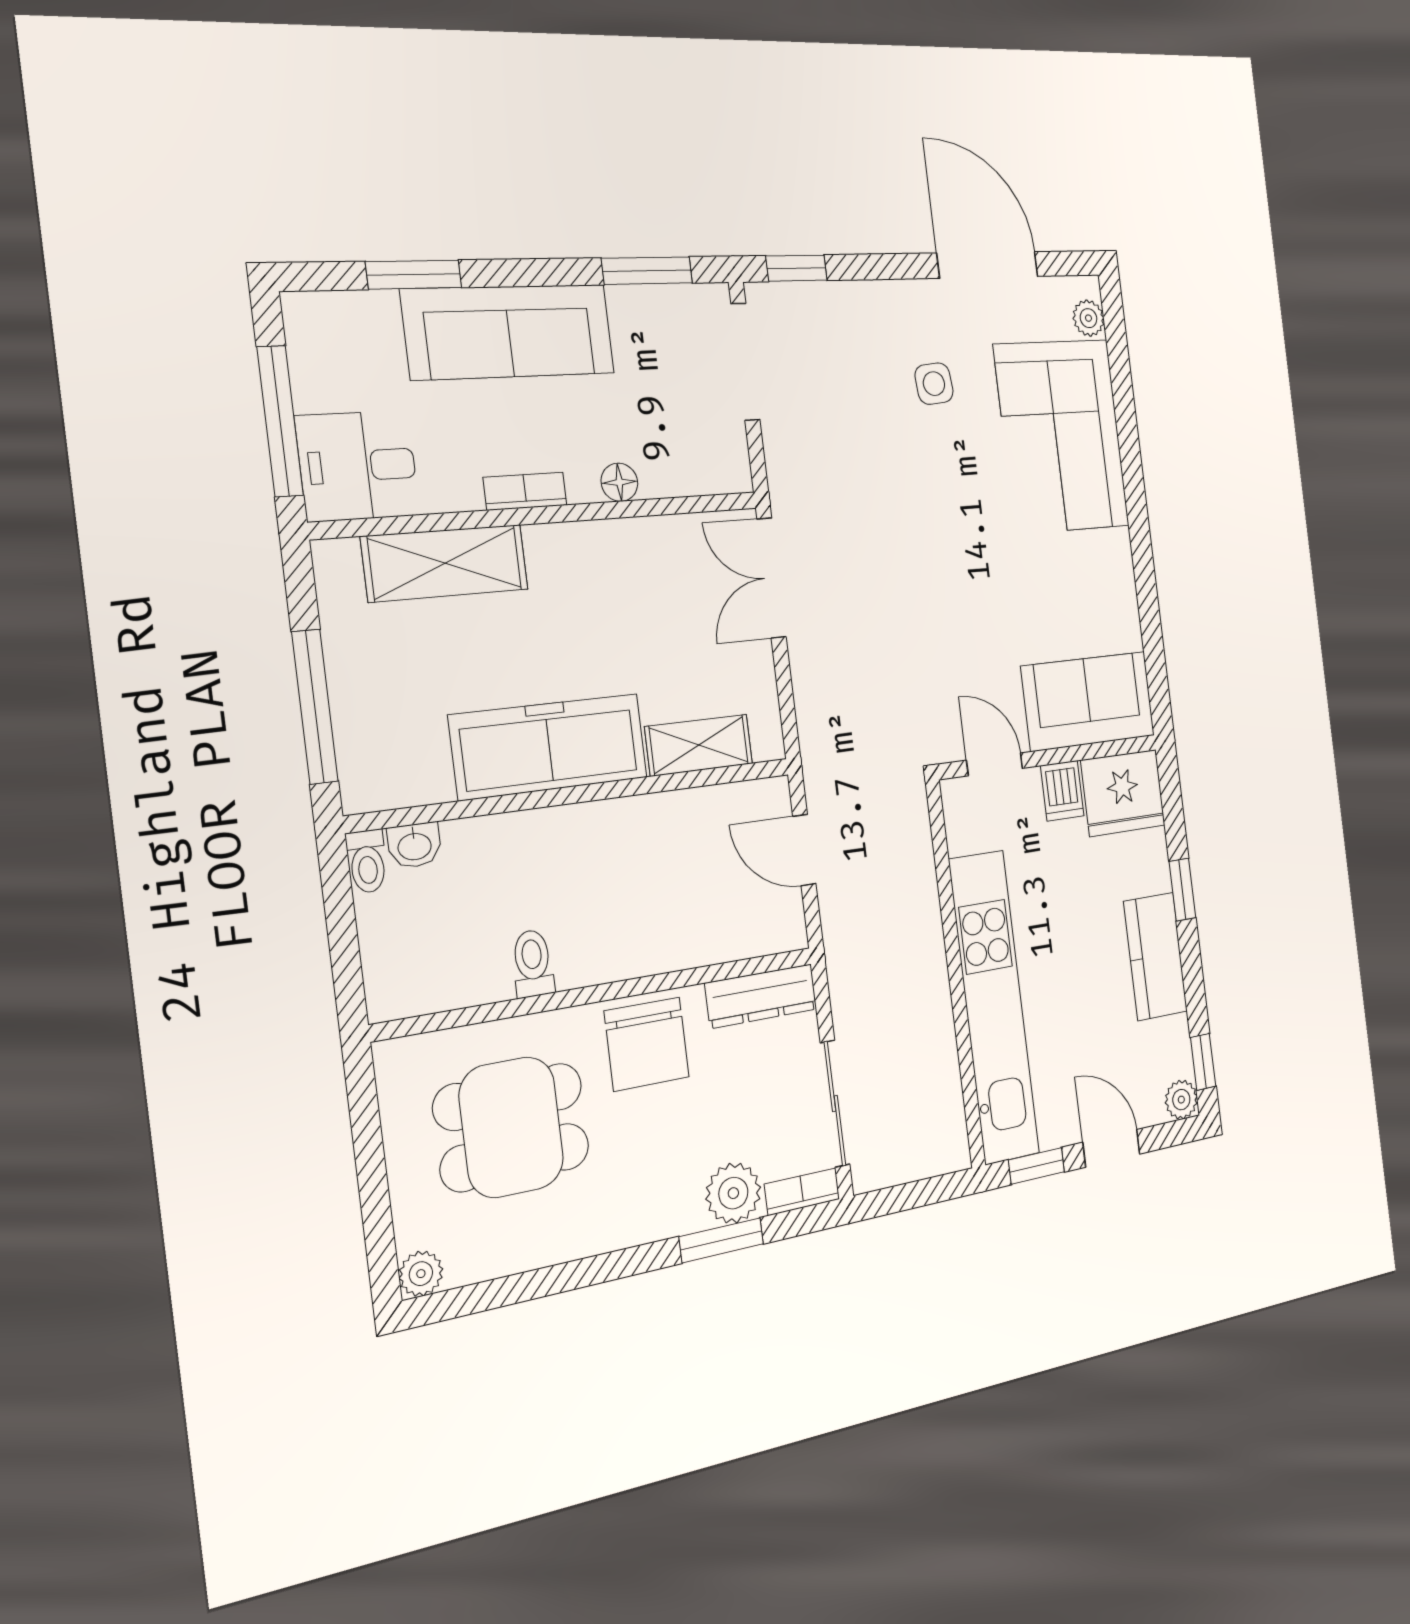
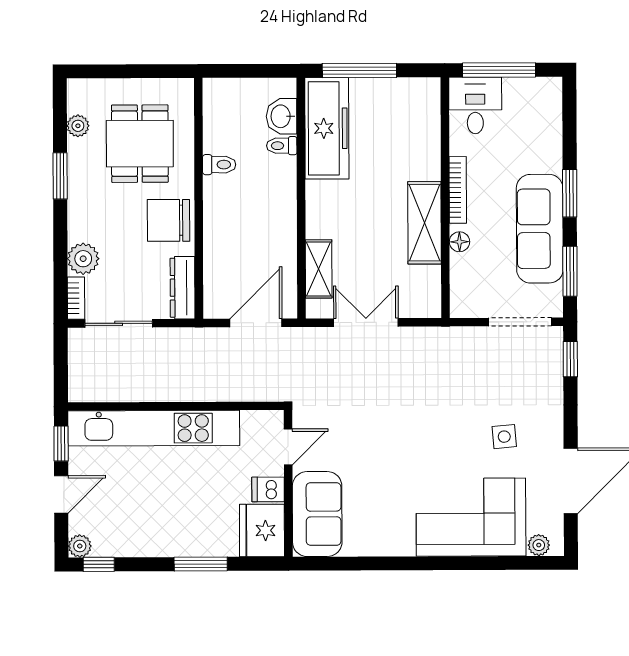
window: (414, 275) -> (570, 193), moved
sofa: (509, 332) -> (540, 229), moved
bookcase: (525, 491) -> (458, 190), width x1.56
shelving: (445, 563) -> (425, 223), moved
double door: (771, 578) -> (366, 322), moved
freezer: (549, 747) -> (327, 128), moved
washbasin: (414, 845) -> (282, 116), width x1.38, depth x1.45
door: (804, 850) -> (256, 323), width x1.38
toilet: (367, 861) -> (282, 146), moved
window: (1182, 890) -> (201, 564), width x1.50
kitchen counter: (1155, 956) -> (165, 540), removed
window: (721, 1240) -> (60, 176), moved
plant: (421, 1274) -> (78, 126), moved

